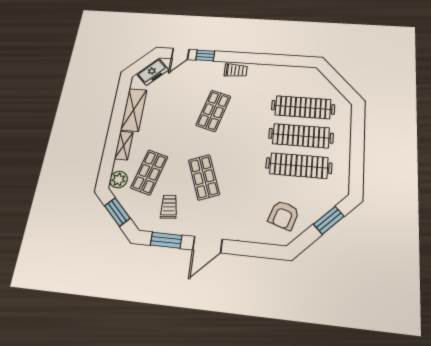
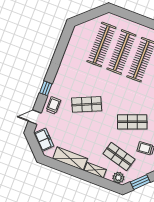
door: (180, 54) -> (35, 117), swing flipped
window: (205, 55) -> (46, 88), moved
trolley: (236, 70) -> (53, 105), moved
shop shelf: (213, 111) -> (87, 104), turned -39

